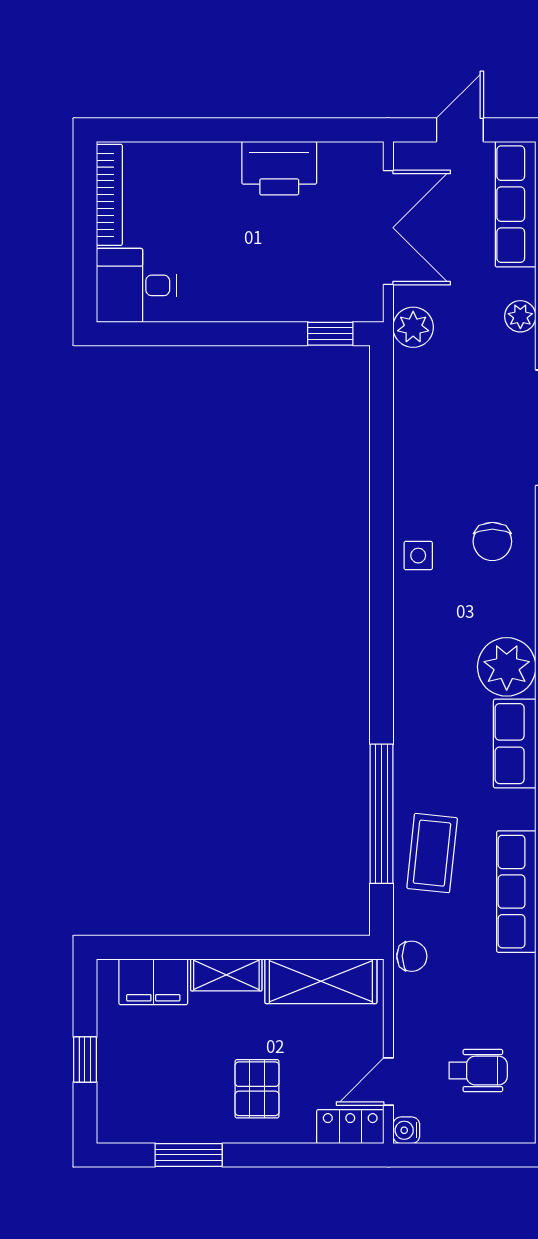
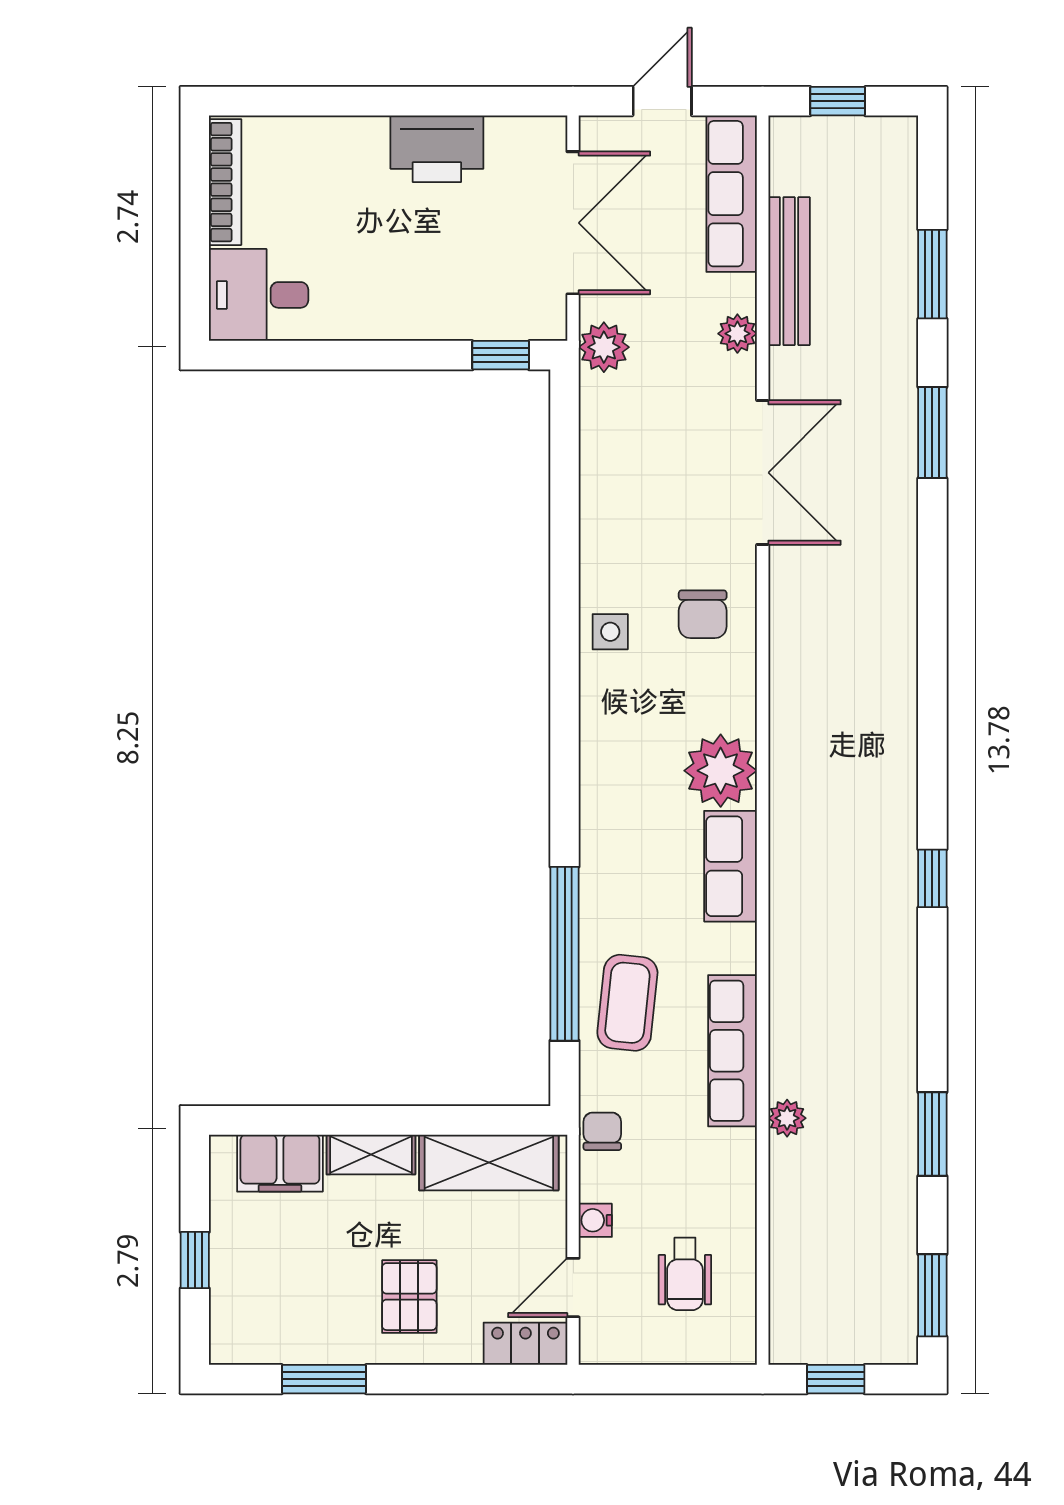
chair: (412, 956) -> (602, 1131), turned -90
wheelchair: (478, 1071) -> (685, 1274), turned 90
water cooler: (406, 1130) -> (595, 1220), moved

